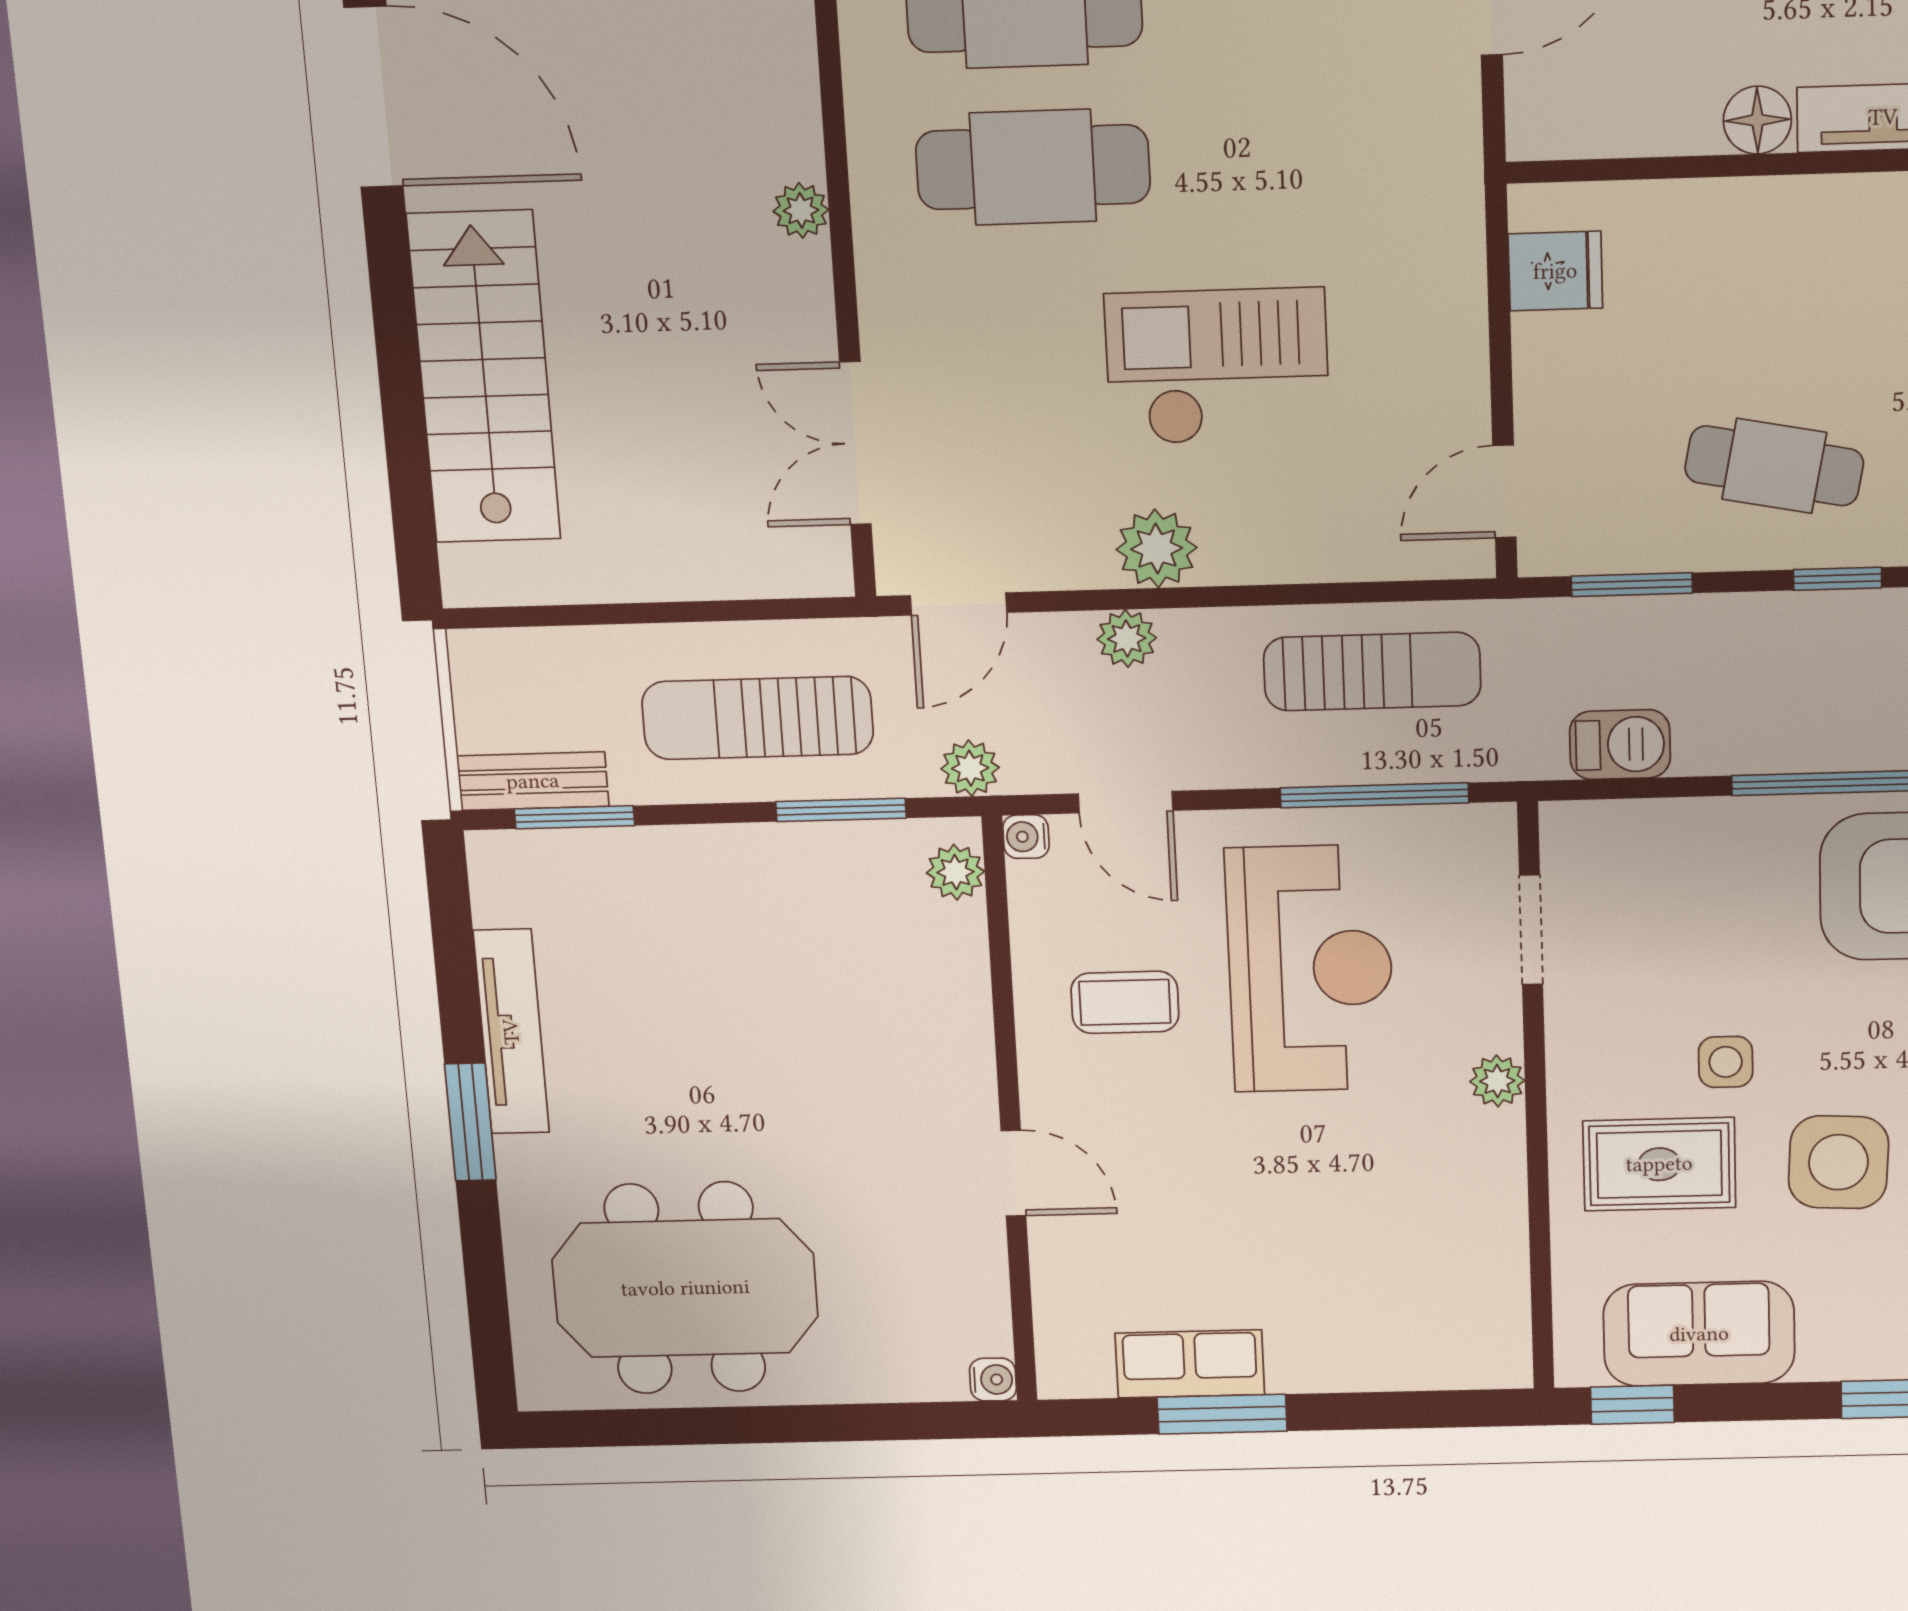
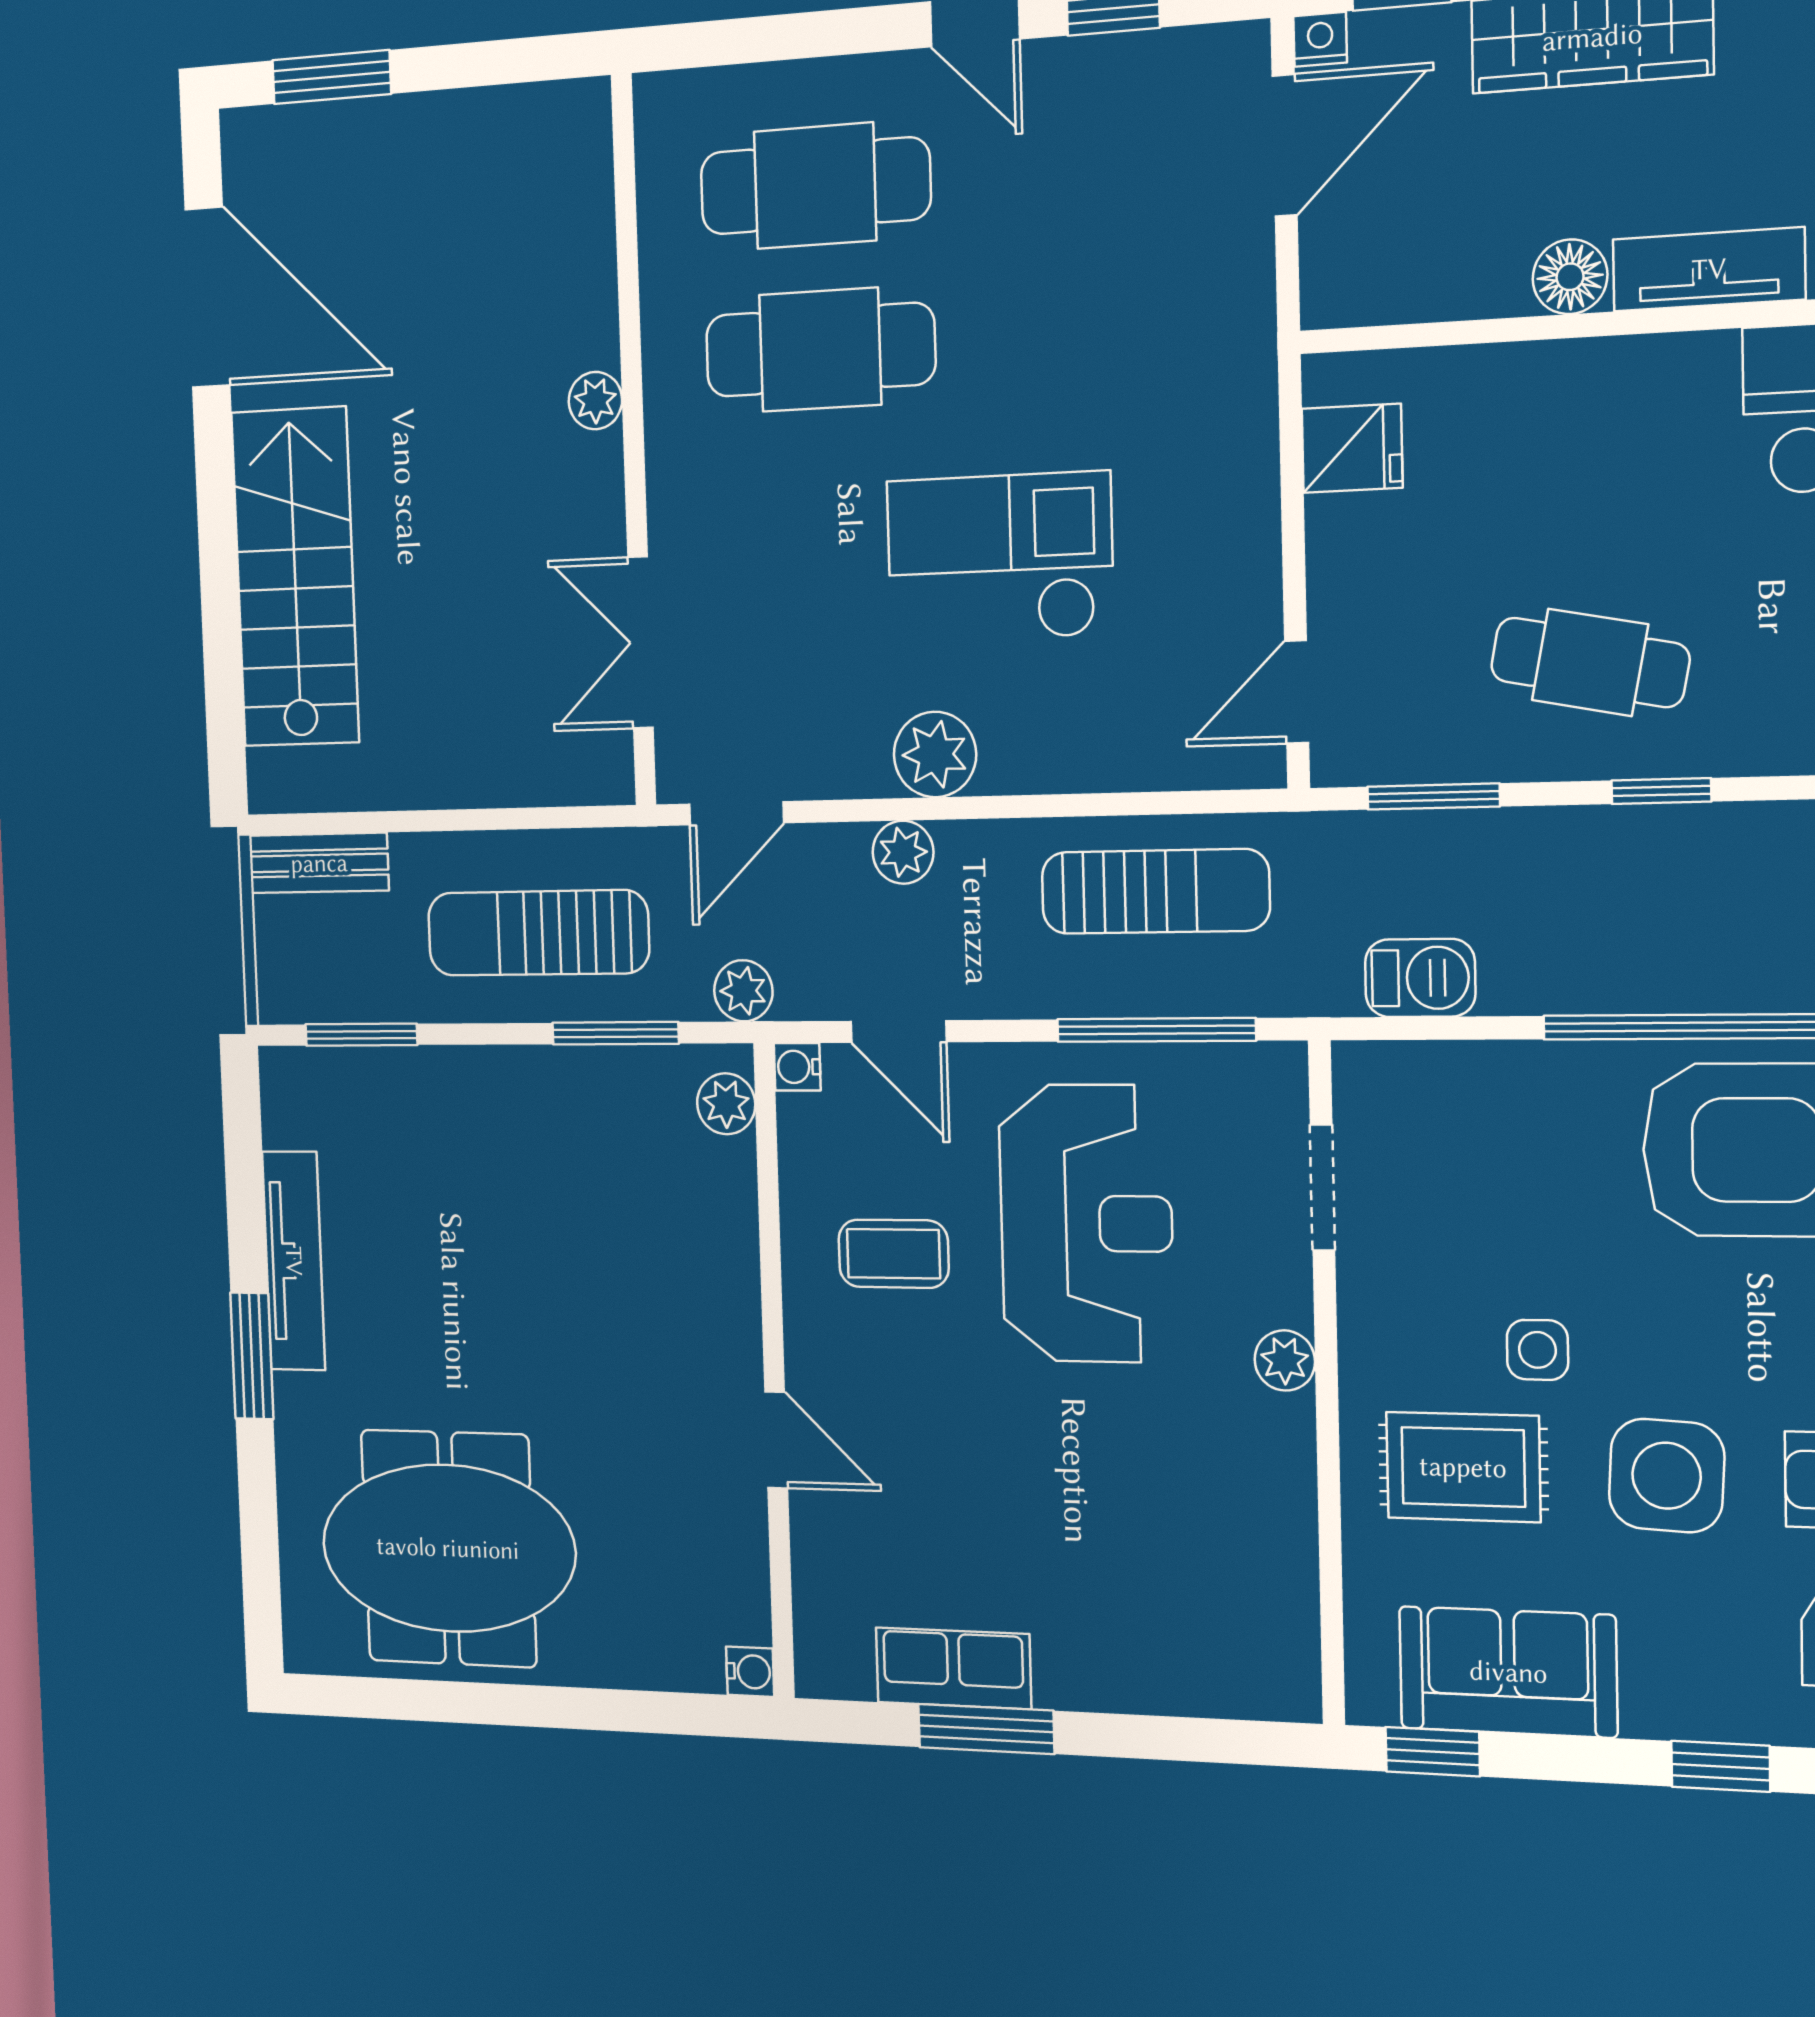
bench: (533, 781) -> (319, 863), moved

